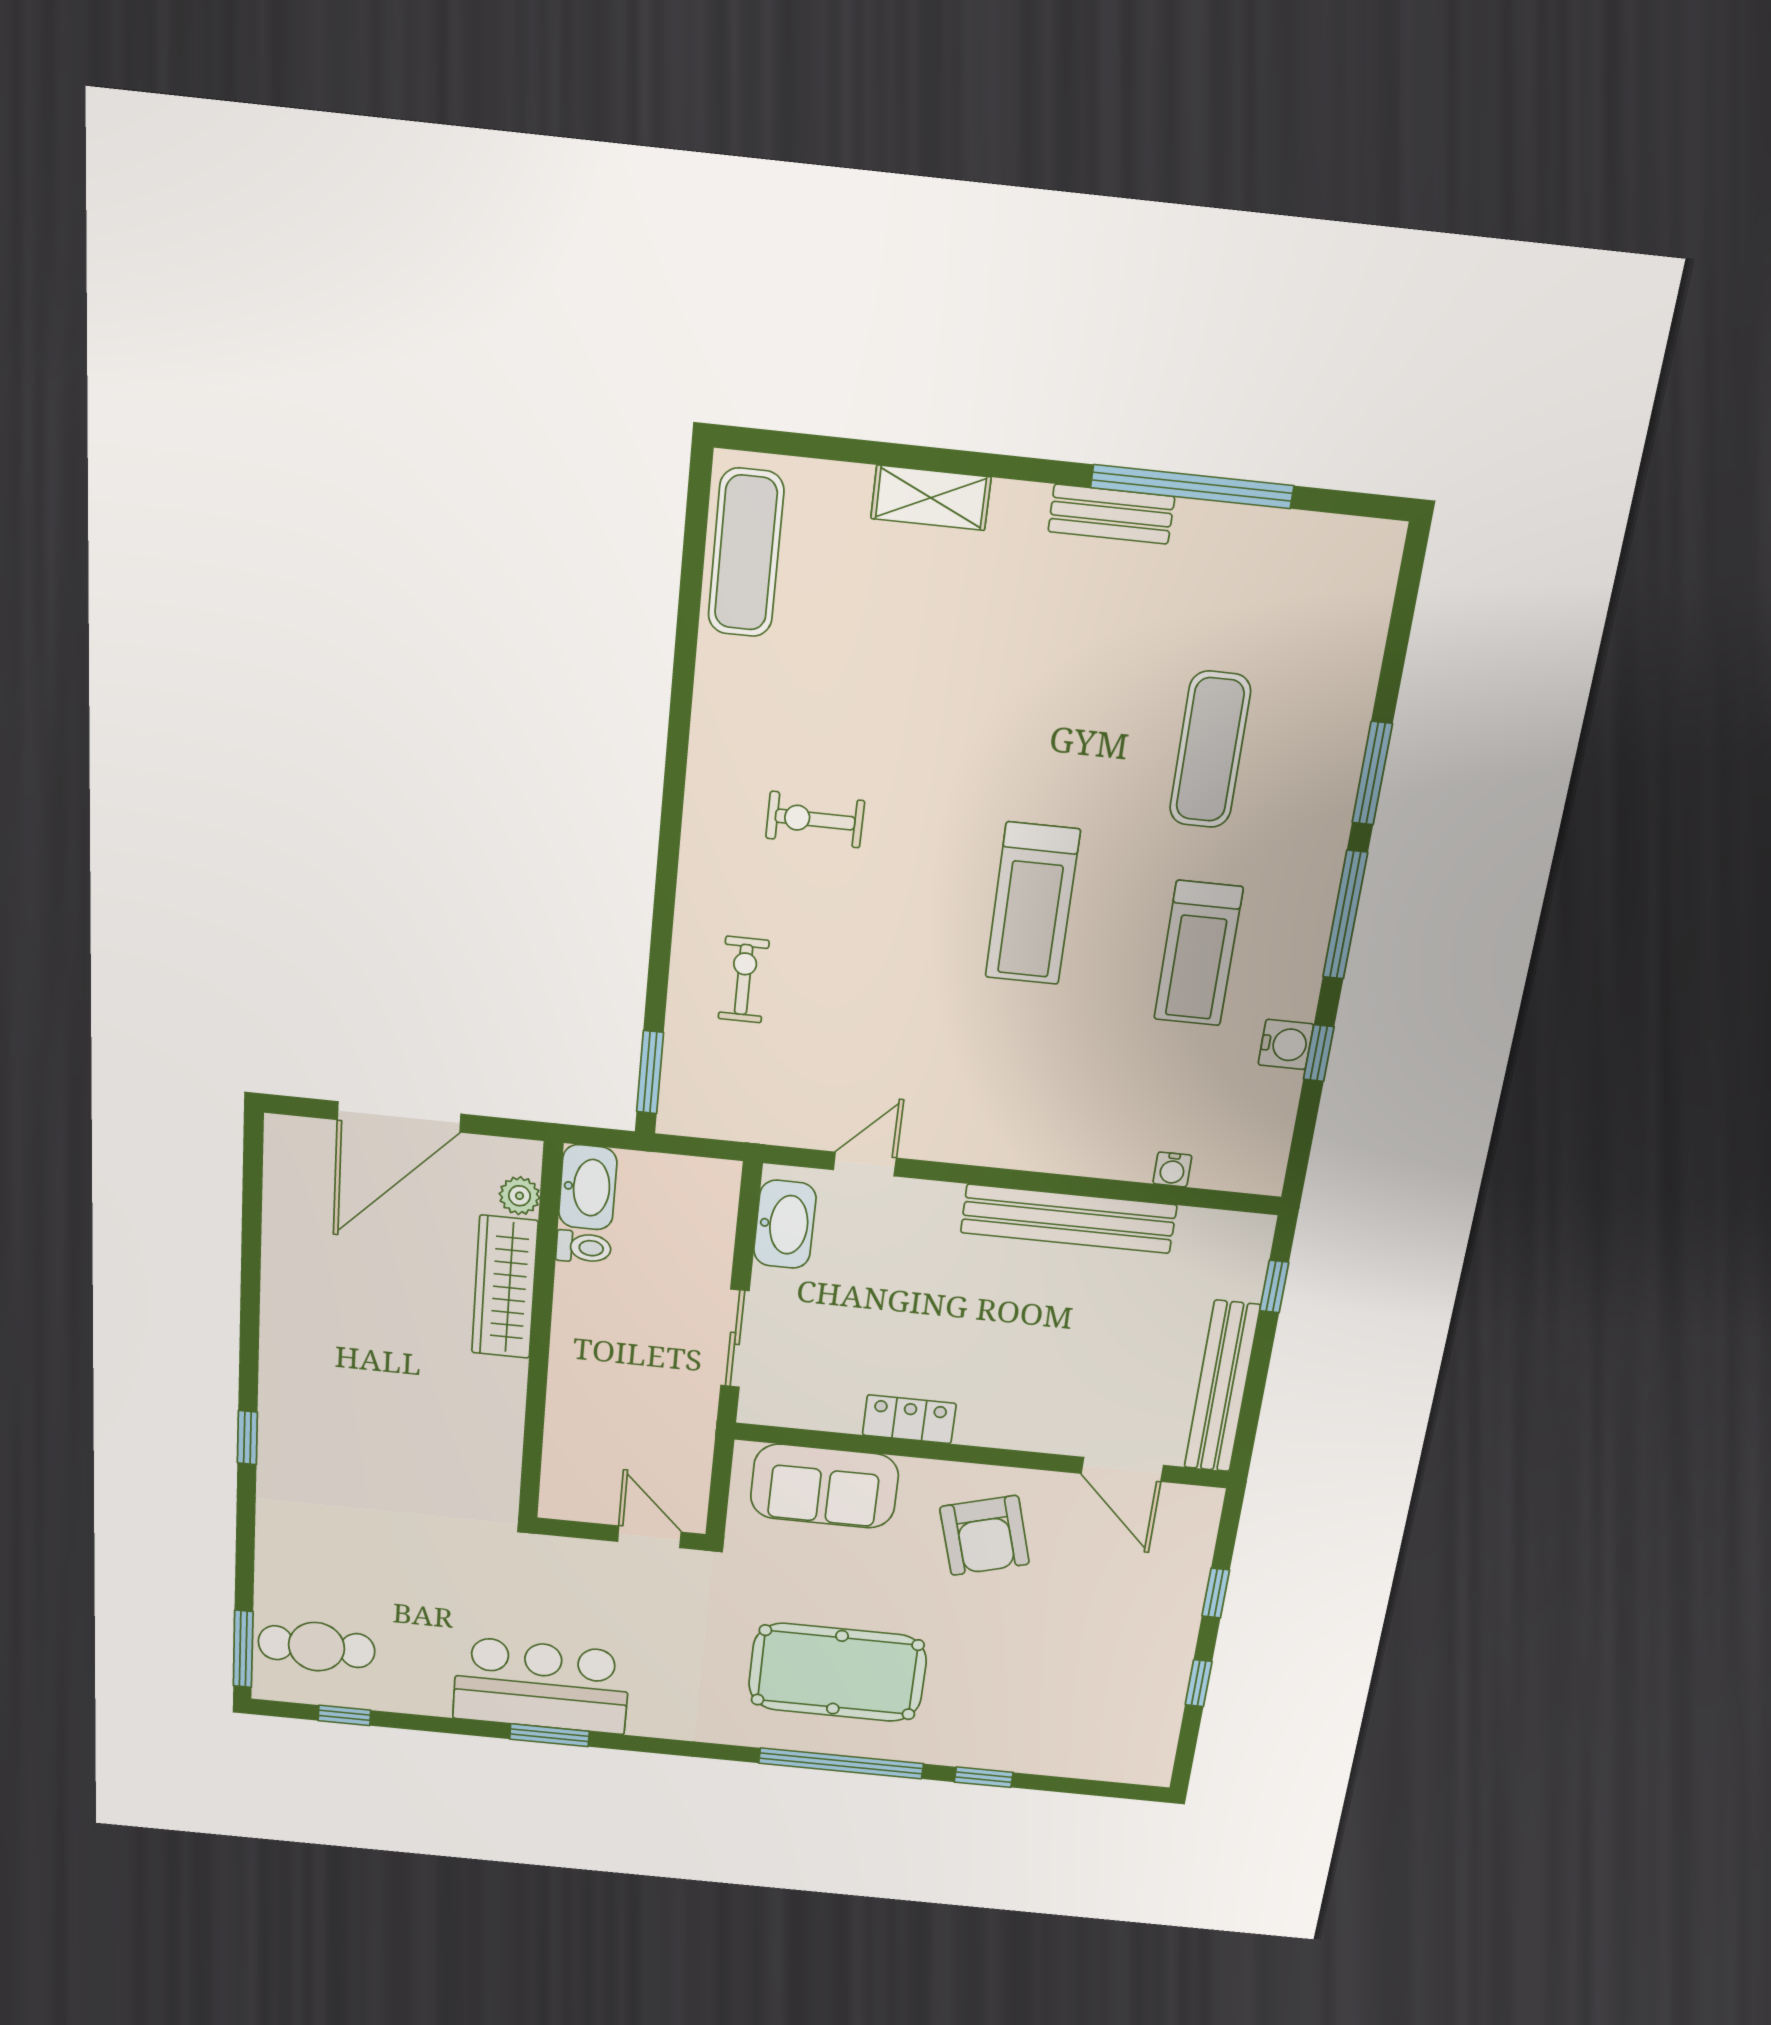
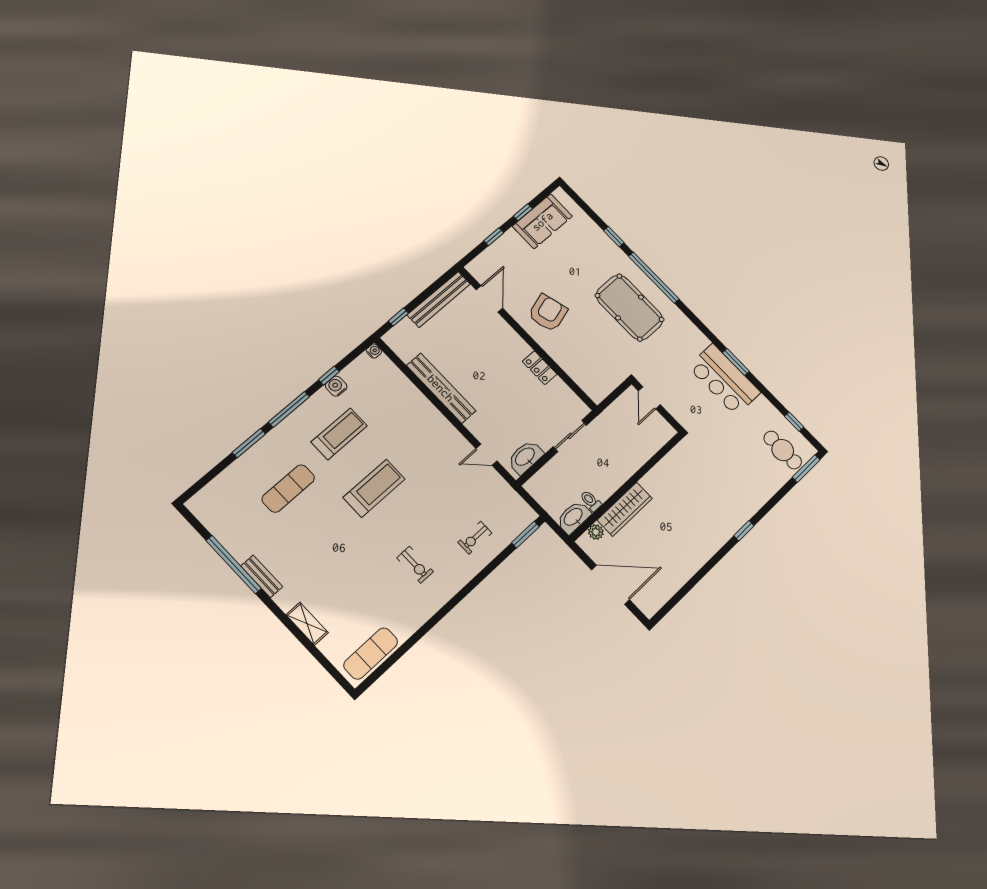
water cooler: (1172, 1169) -> (374, 351), moved
sofa: (824, 1486) -> (542, 221), moved, turned 90

